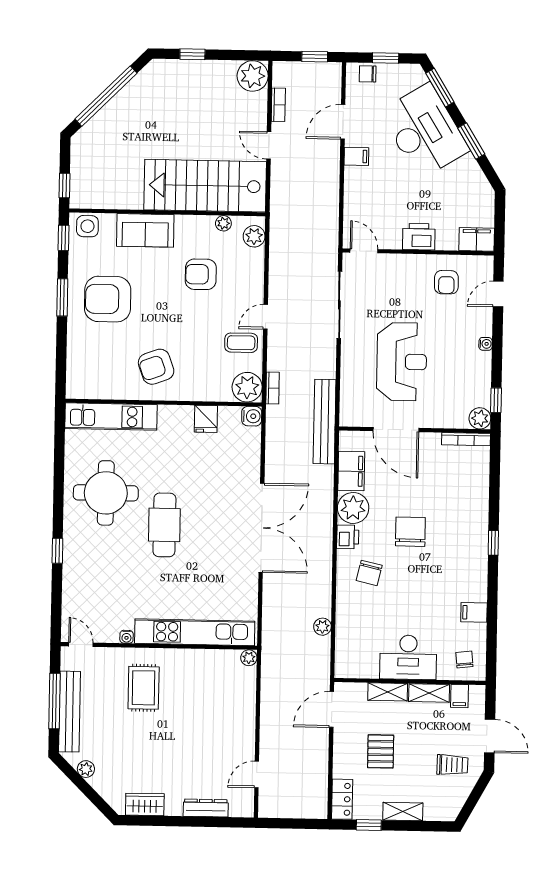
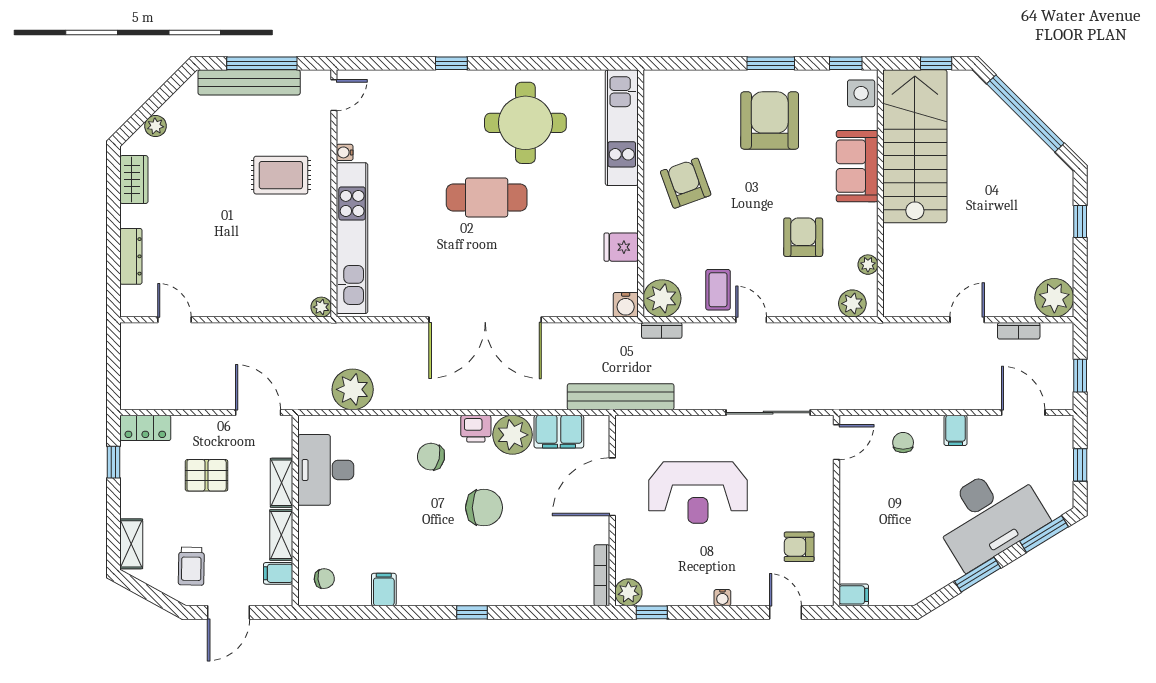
chair: (368, 74) -> (903, 443), moved
door: (343, 122) -> (1023, 413), moved
window: (64, 186) -> (936, 63), moved
stairs: (205, 186) -> (915, 146), moved
printer: (419, 237) -> (856, 511), removed
filing cabinet: (477, 239) -> (854, 595), width x0.50
plant: (322, 627) -> (353, 389), width x1.88, depth x1.88
desk: (408, 657) -> (326, 470), moved
plant: (86, 769) -> (156, 126), moved
shelving: (403, 812) -> (131, 544), moved

